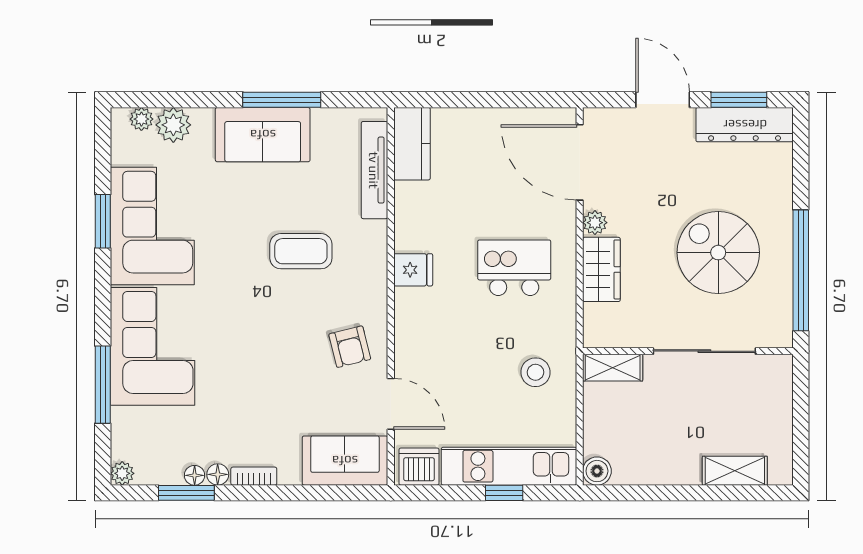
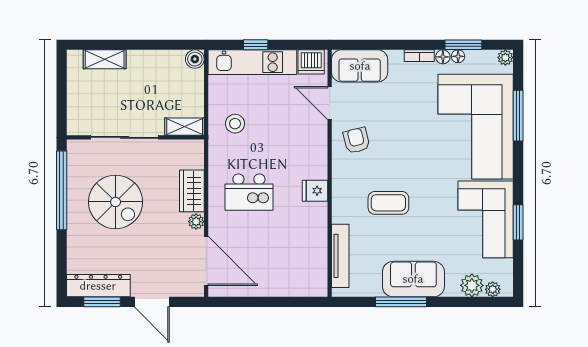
kitchen counter: (412, 144) -> (316, 273), removed
corner sofa: (152, 346) -> (476, 127), width x1.36, depth x1.36

